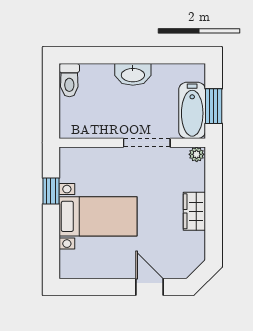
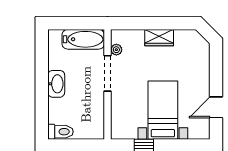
window: (214, 106) -> (80, 23), removed
plant: (197, 154) -> (116, 50), moved
door: (150, 287) -> (216, 107), moved

